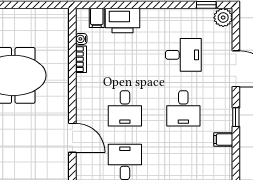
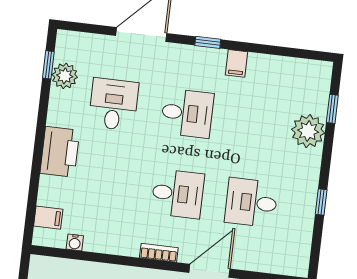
plant: (223, 18) -> (65, 76), moved
printer: (123, 20) -> (60, 152), moved
bookcase: (81, 59) -> (159, 253), moved

